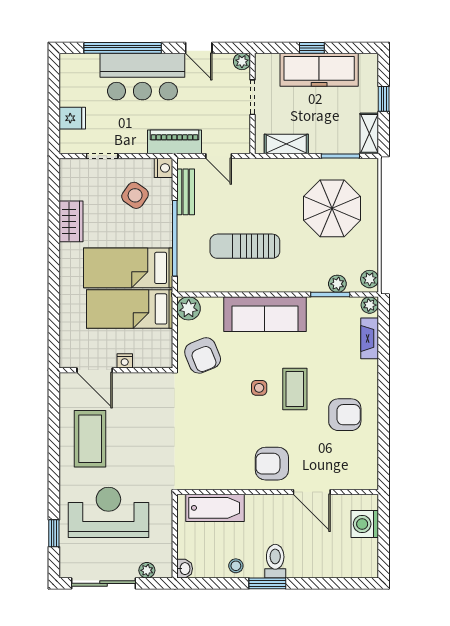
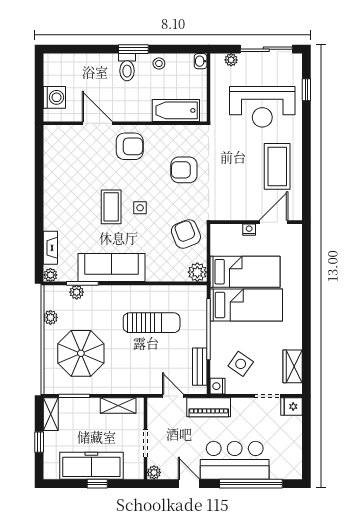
fridge: (72, 118) -> (292, 406), moved
wardrobe: (71, 221) -> (293, 366), moved
plant: (370, 279) -> (50, 317), moved
sofa: (265, 314) -> (112, 268), moved
door: (95, 370) -> (273, 222), hinge flipped
armchair: (345, 415) -> (184, 170), moved

